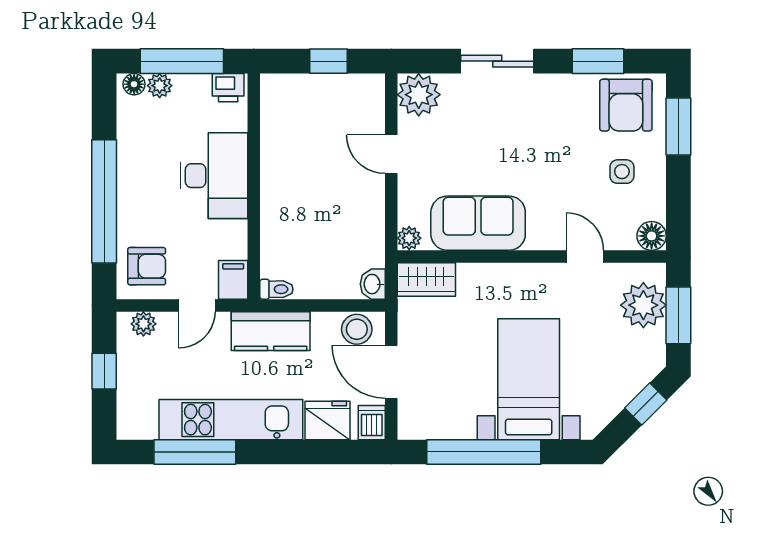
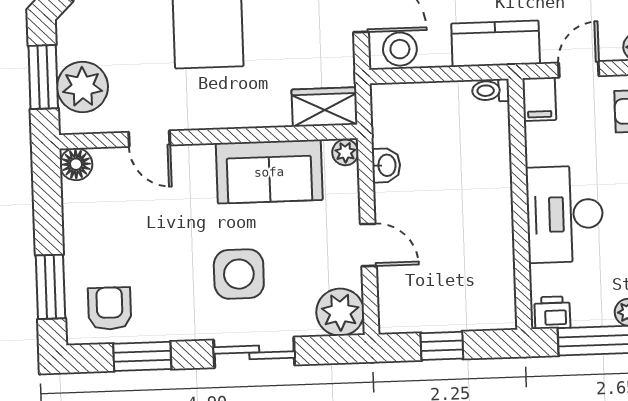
armchair: (626, 105) -> (110, 308), width x0.72, depth x0.72
side table: (622, 172) -> (239, 274), moved, width x1.87, depth x1.87
washbasin: (373, 284) -> (386, 165), moved

